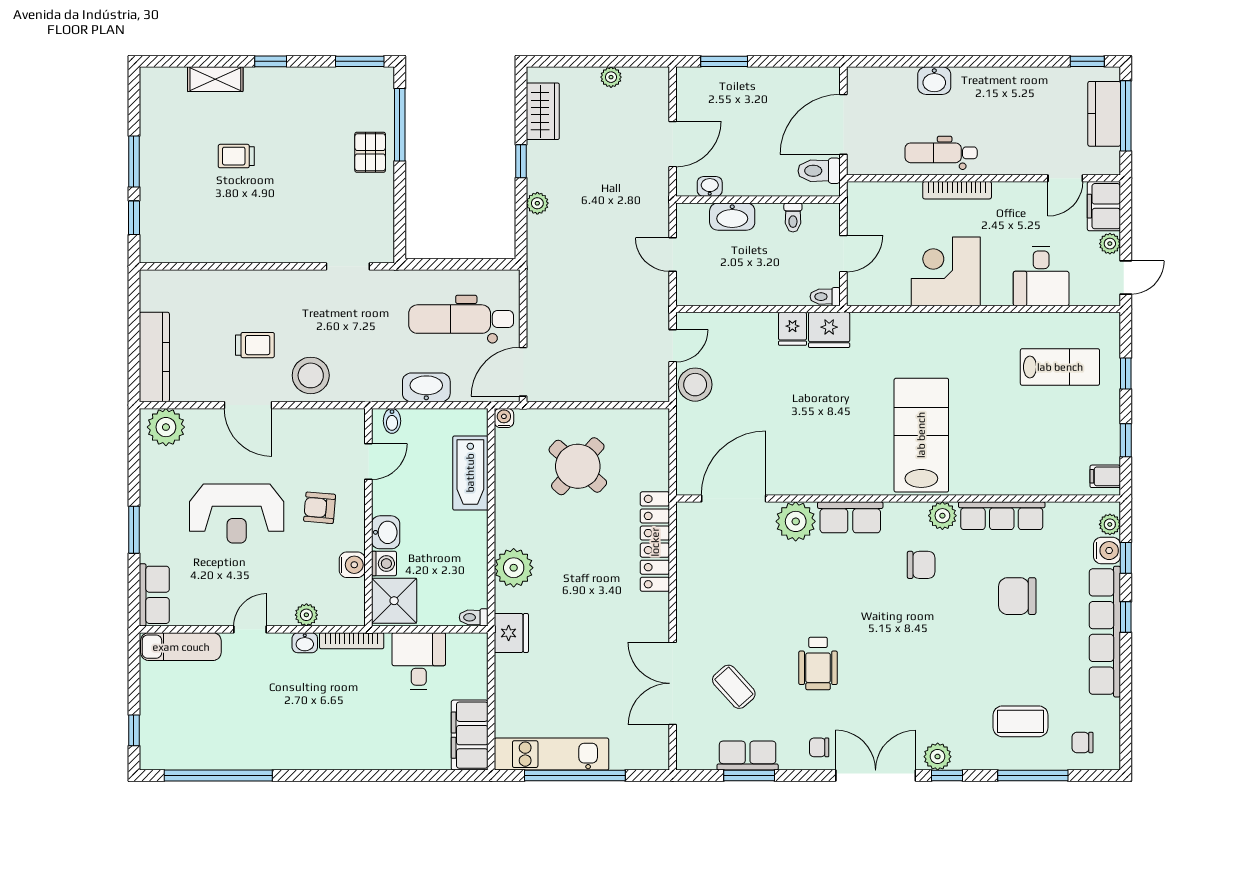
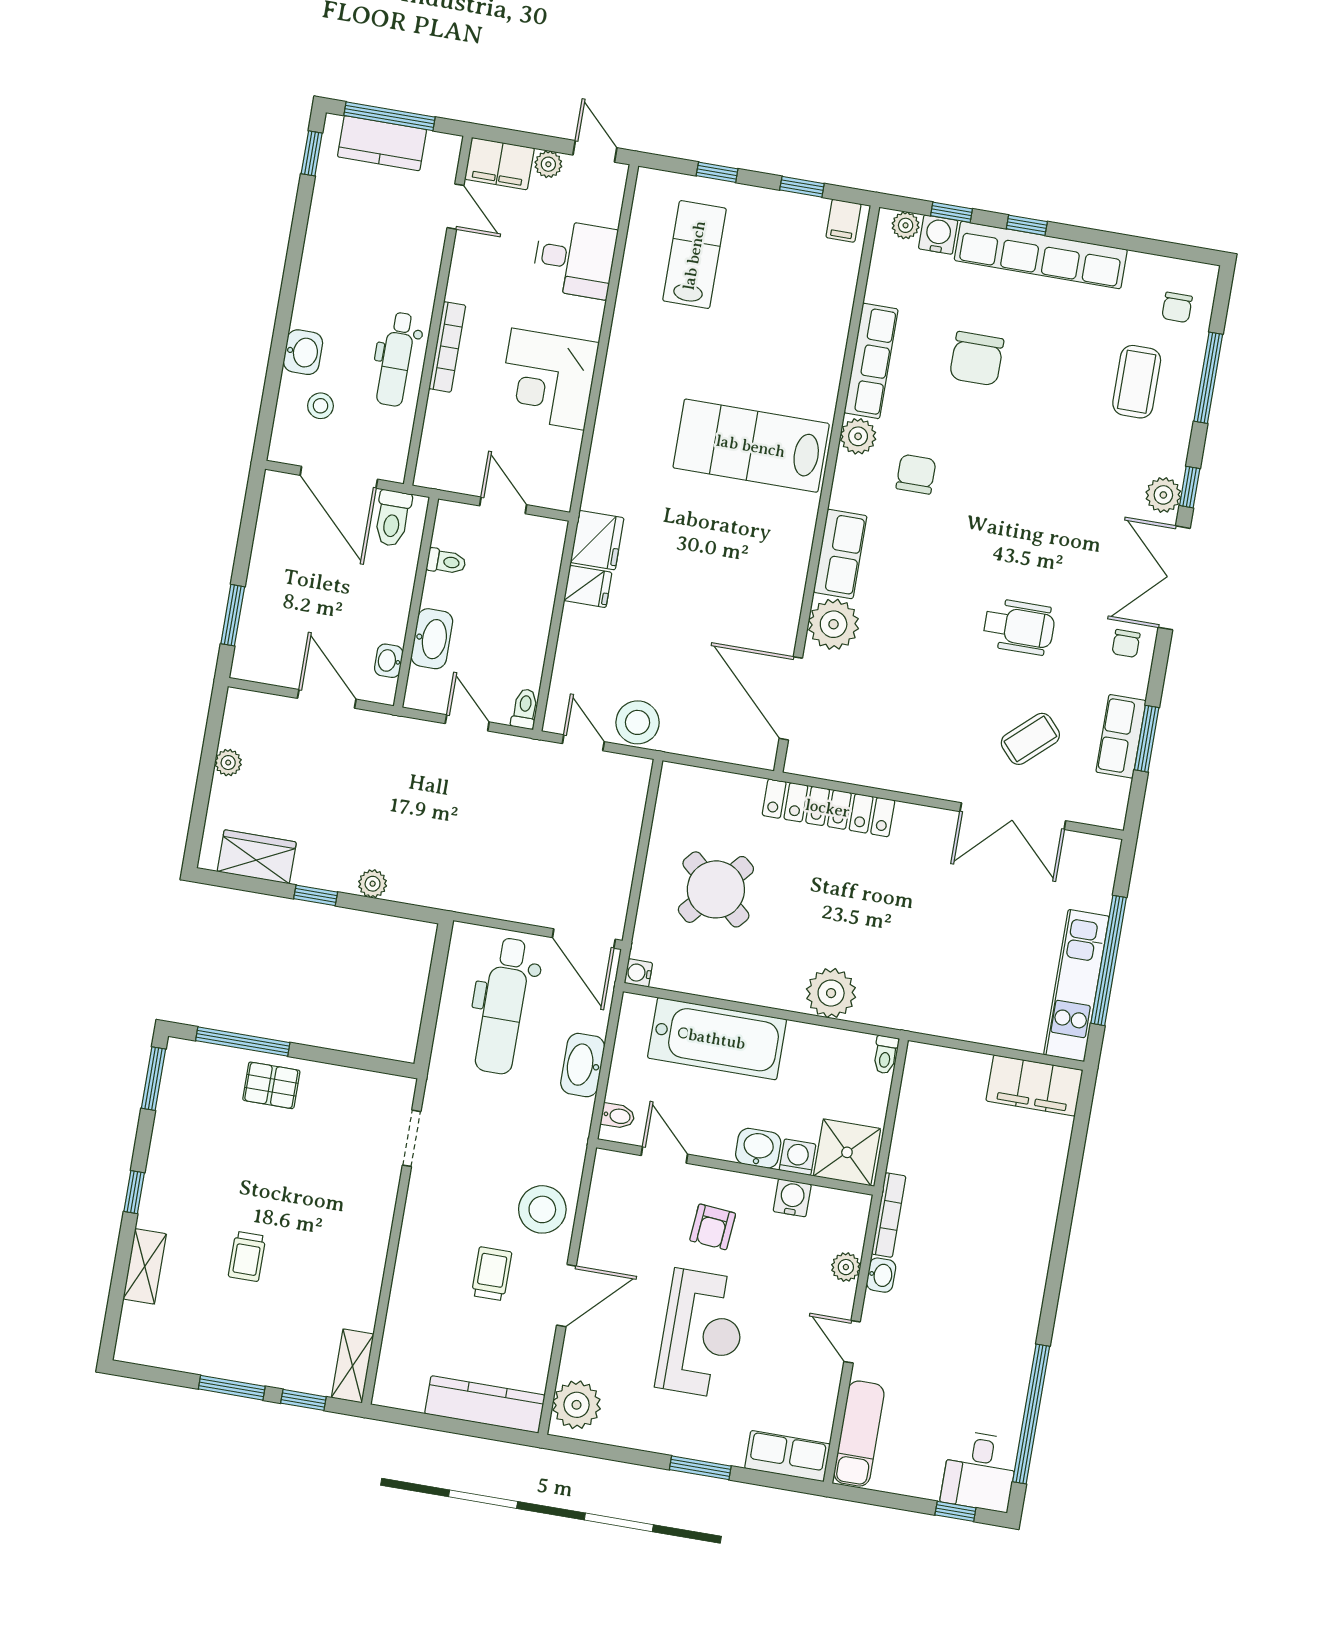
stool: (896, 101) -> (320, 406), added
shelving: (166, 251) -> (353, 1366), added
door: (673, 255) -> (467, 723), swing flipped
toilet: (825, 297) -> (525, 709), moved, turned 180
bathtub: (470, 473) -> (717, 1039), width x1.36, depth x1.36
fridge: (511, 633) -> (914, 1010), removed
desk: (419, 661) -> (980, 1471), moved, turned -90

